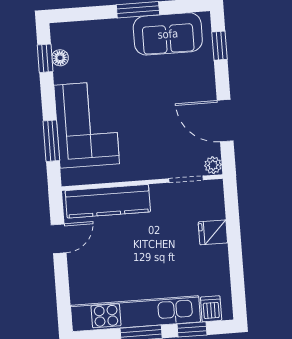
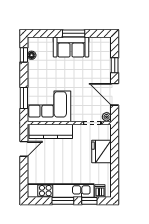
sofa: (168, 34) -> (71, 47), moved
window: (220, 46) -> (115, 65), moved
corner sofa: (87, 125) -> (49, 106), moved, turned -90
fridge: (213, 232) -> (101, 152), width x1.88, depth x1.34

